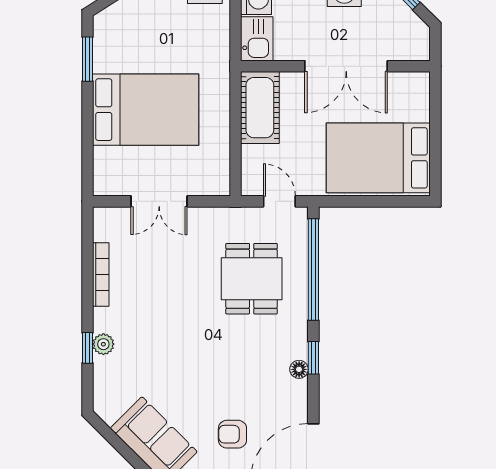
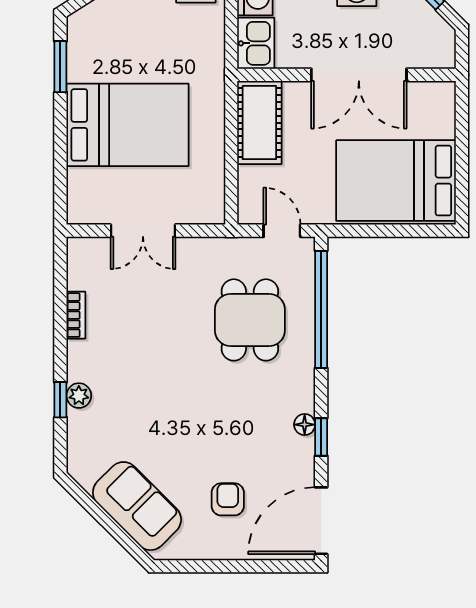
bookcase: (101, 274) -> (76, 315), width x0.64
window: (313, 358) -> (321, 437), moved
armchair: (232, 434) -> (228, 499), turned 90

